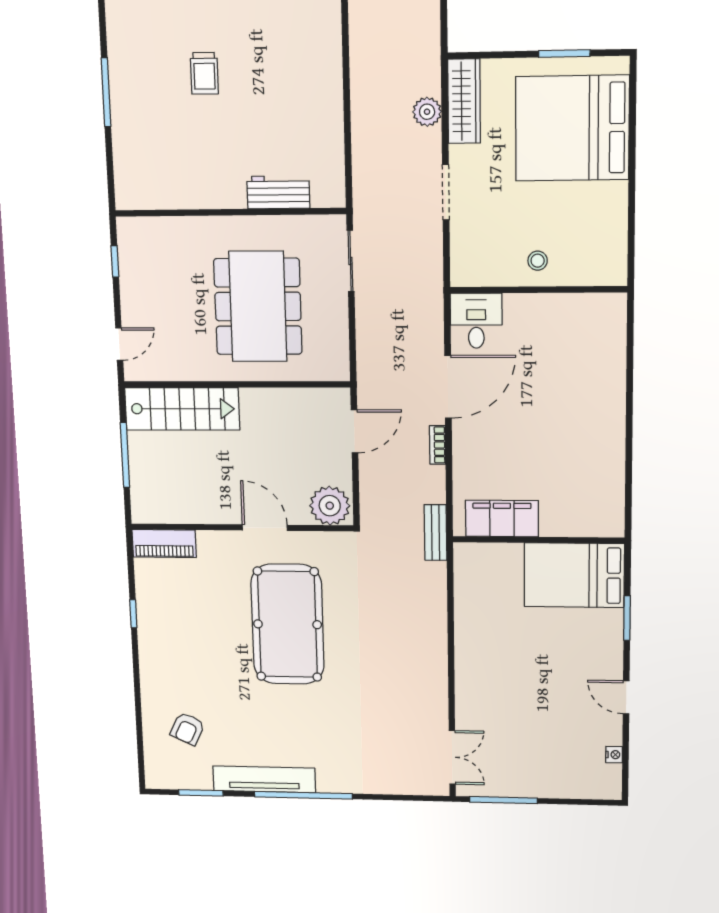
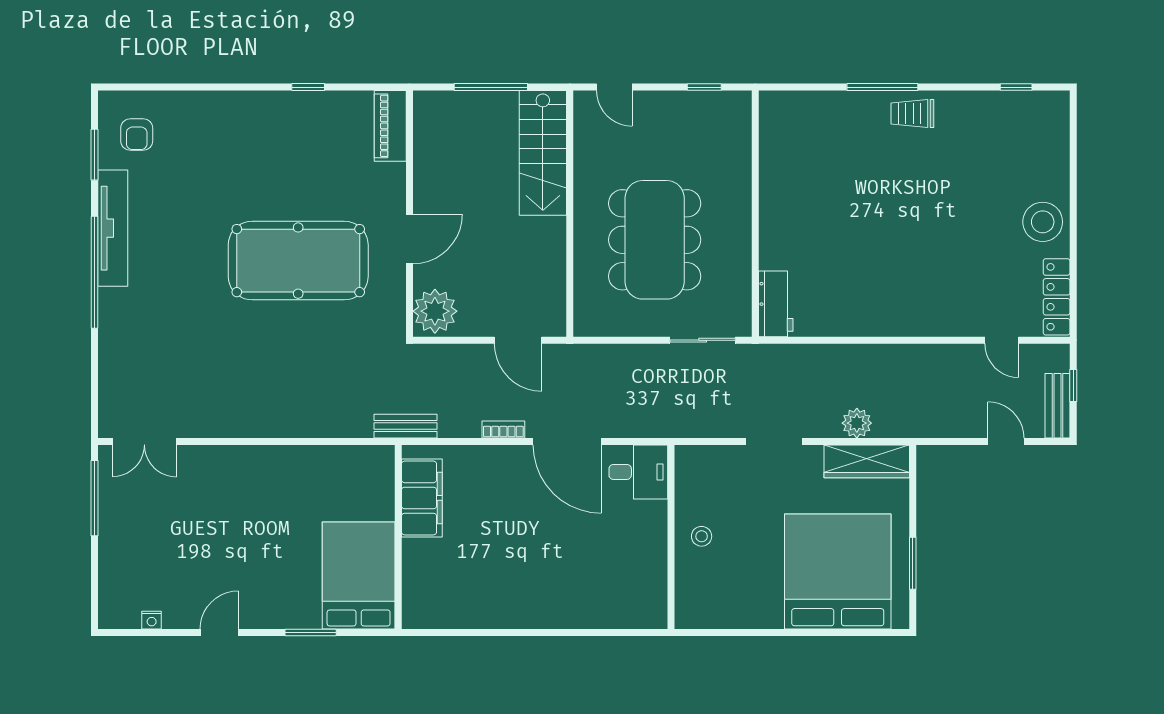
trolley: (204, 73) -> (912, 114), moved
workbench: (278, 192) -> (776, 304), moved
dining table: (258, 306) -> (655, 240), turned 90
armchair: (188, 729) -> (137, 135), moved, turned -115

